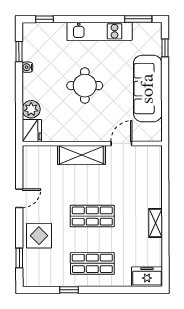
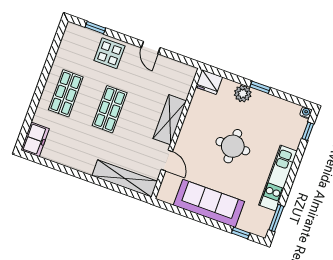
window: (19, 52) -> (260, 87), moved
water cooler: (27, 67) -> (306, 113), moved
plant: (31, 109) -> (243, 94), moved
shelving: (156, 223) -> (125, 178), moved, width x2.20, depth x1.33
window: (69, 290) -> (49, 63), removed

